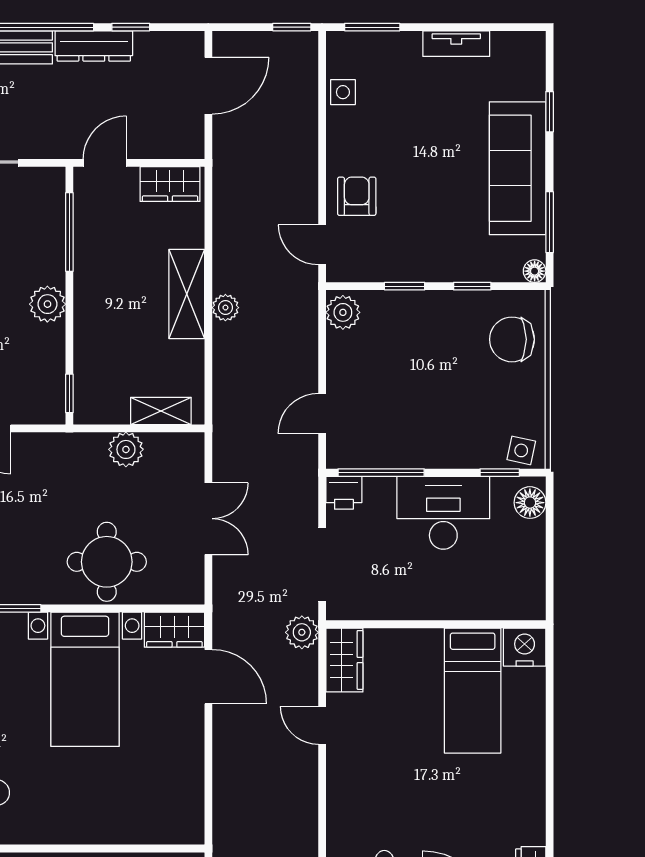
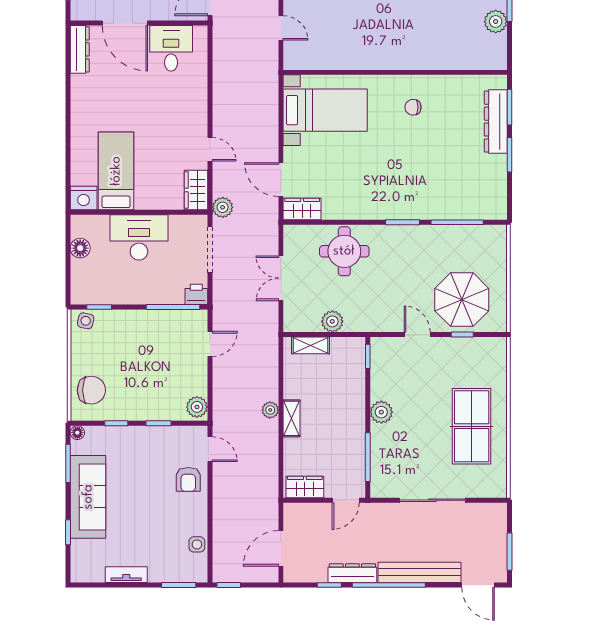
shelving: (187, 294) -> (292, 418), width x0.67, depth x0.75
floor lamp: (530, 503) -> (80, 248), moved
desk: (443, 513) -> (139, 237), moved, turned 180
bed with nightstands: (85, 679) -> (325, 110), moved, turned 90

